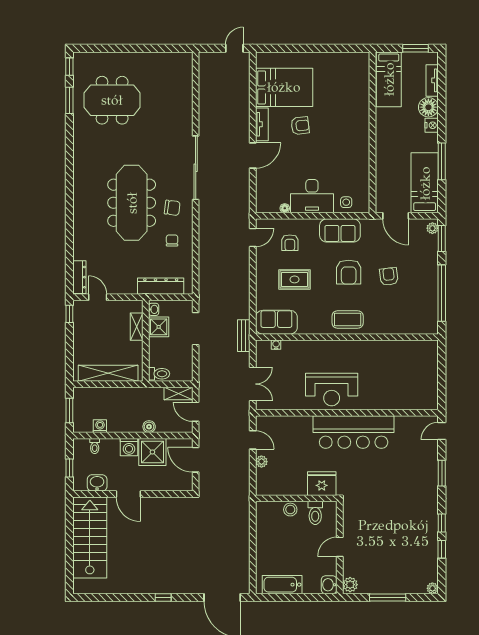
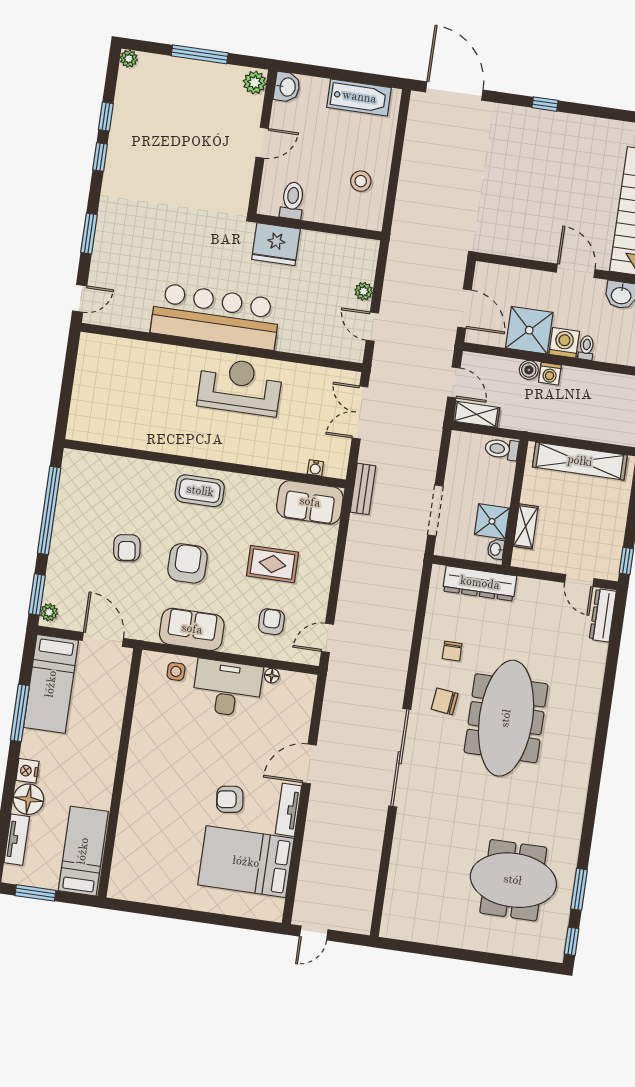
washing machine: (100, 426) -> (550, 374), moved
toilet: (95, 446) -> (586, 348), moved
stool: (290, 510) -> (361, 181), moved

